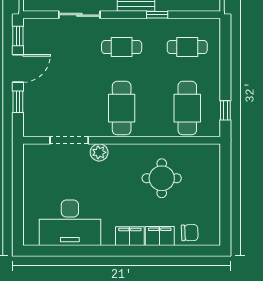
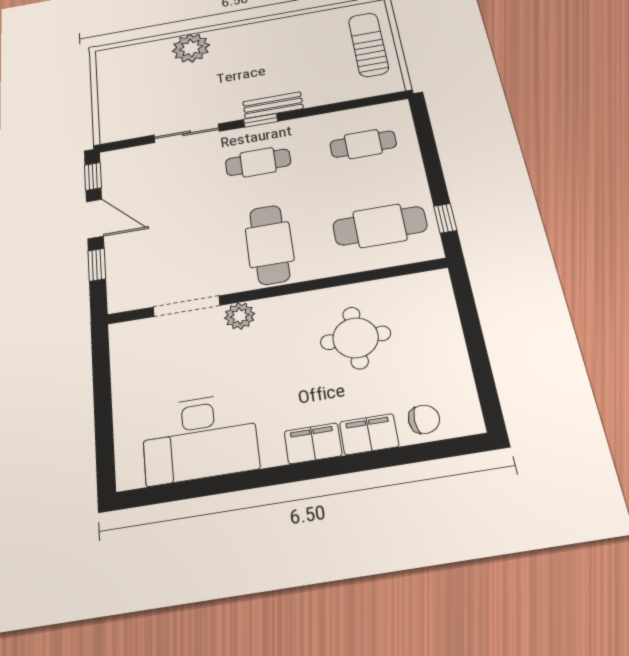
window: (157, 15) -> (261, 120), moved
door: (18, 68) -> (95, 219), hinge flipped
cafe table: (187, 108) -> (380, 226), turned 90

